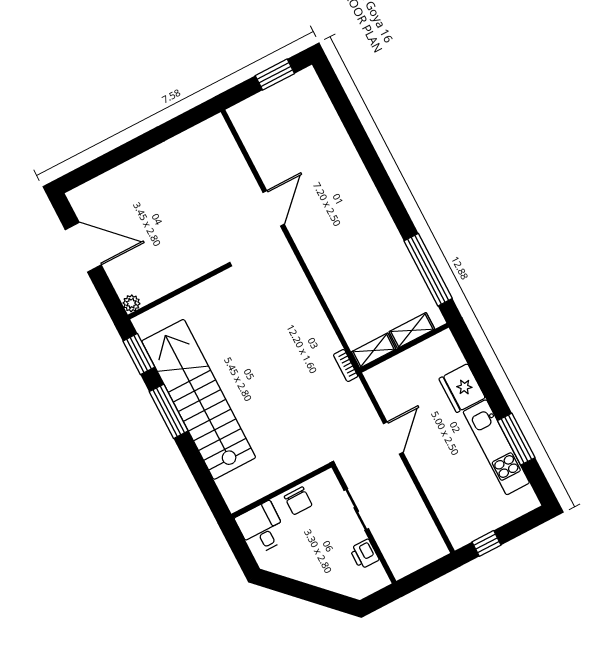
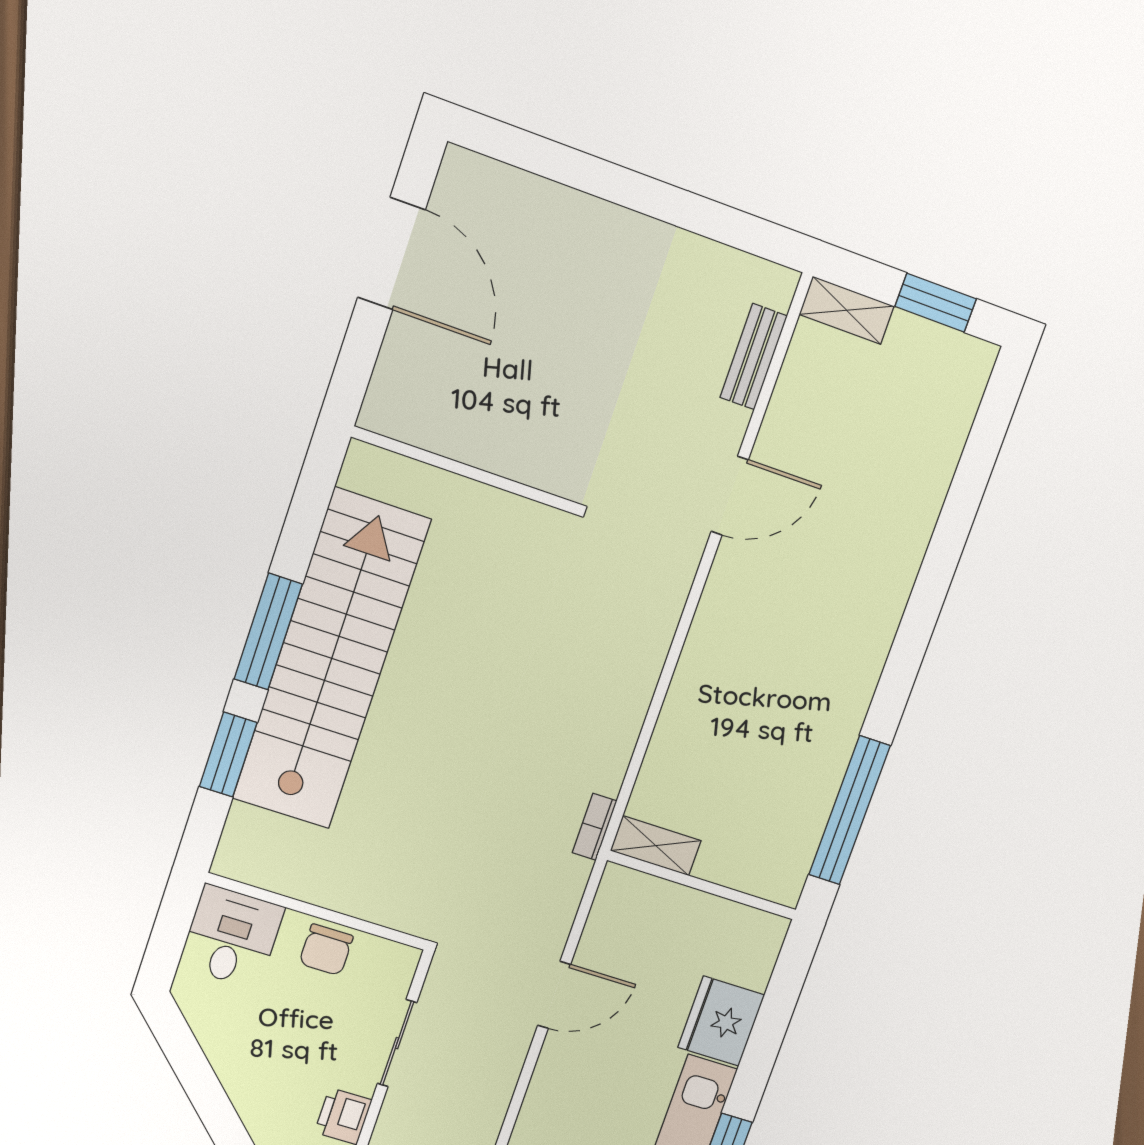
bench: (233, 156) -> (754, 357), added
plant: (131, 303) -> (377, 415), removed
shelving: (412, 330) -> (847, 310), moved
window: (139, 354) -> (228, 755), moved

